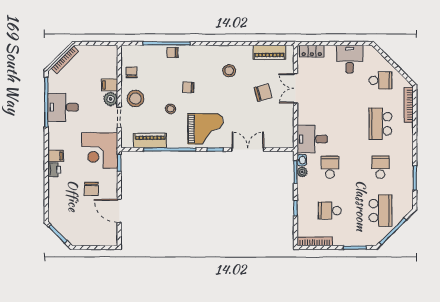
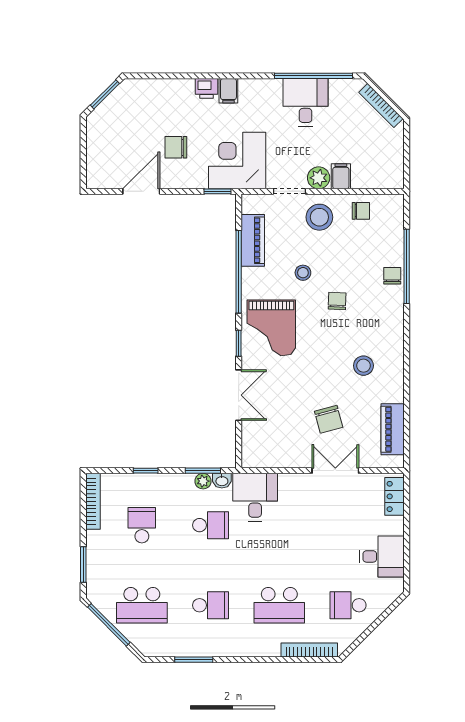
school desk: (380, 80) -> (348, 605), turned 90
school desk: (380, 124) -> (279, 605), turned 180

